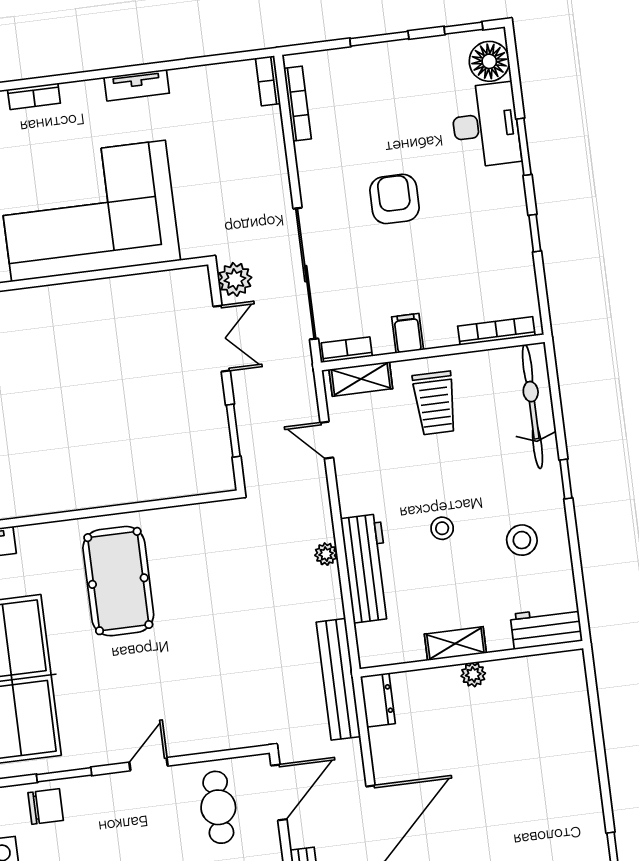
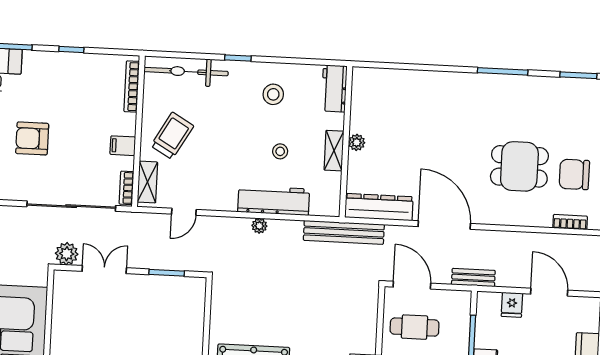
trolley: (435, 403) -> (172, 136), turned -60
stool: (442, 528) -> (280, 151), moved
dresser: (378, 700) -> (379, 207), width x1.96, depth x1.24

